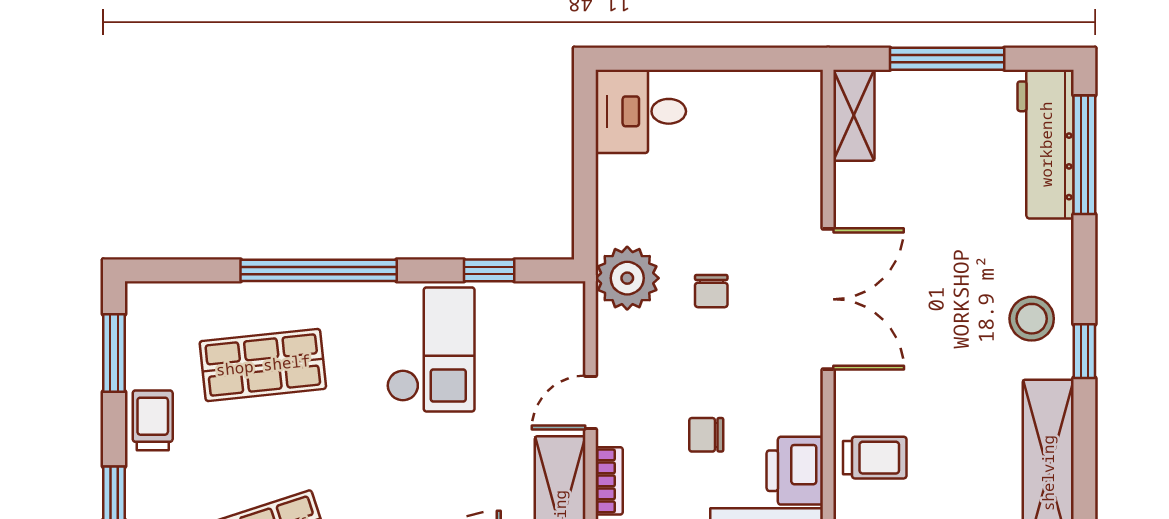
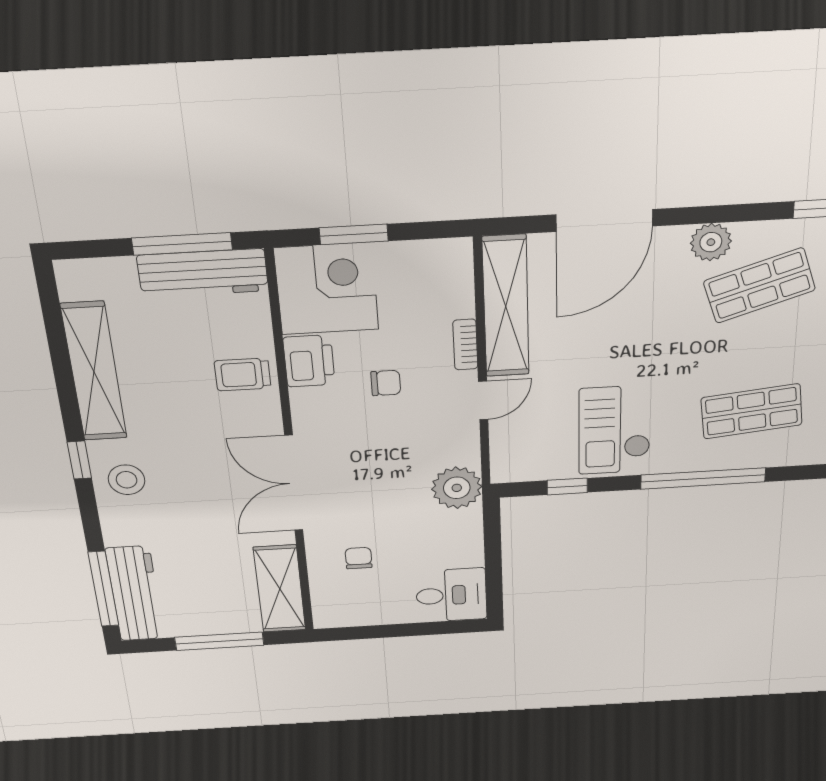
shelving: (854, 115) -> (280, 589), width x1.50, depth x1.33
chair: (711, 291) -> (359, 558), moved

